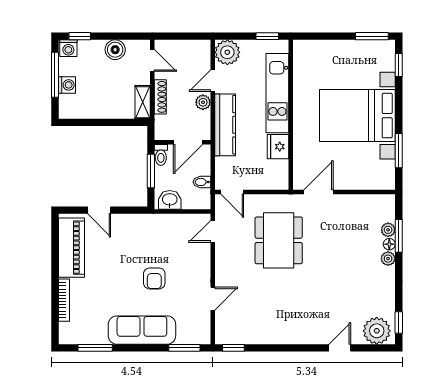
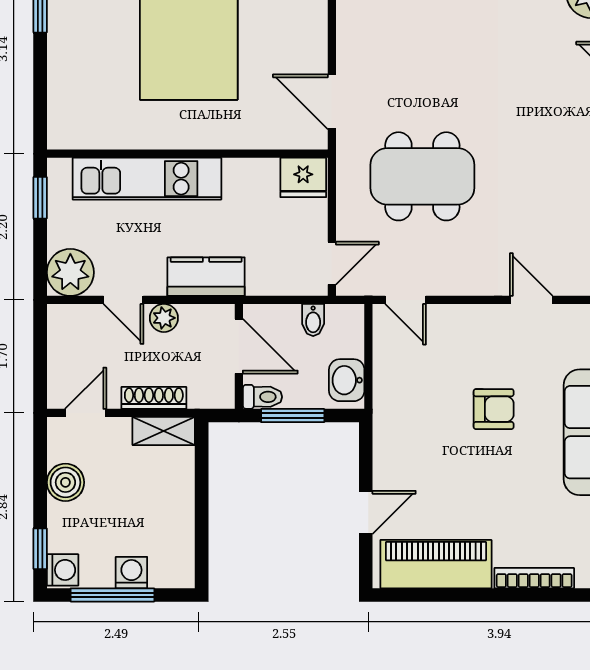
kitchen counter: (225, 125) -> (206, 277), width x0.67
fridge: (278, 147) -> (303, 177), moved

